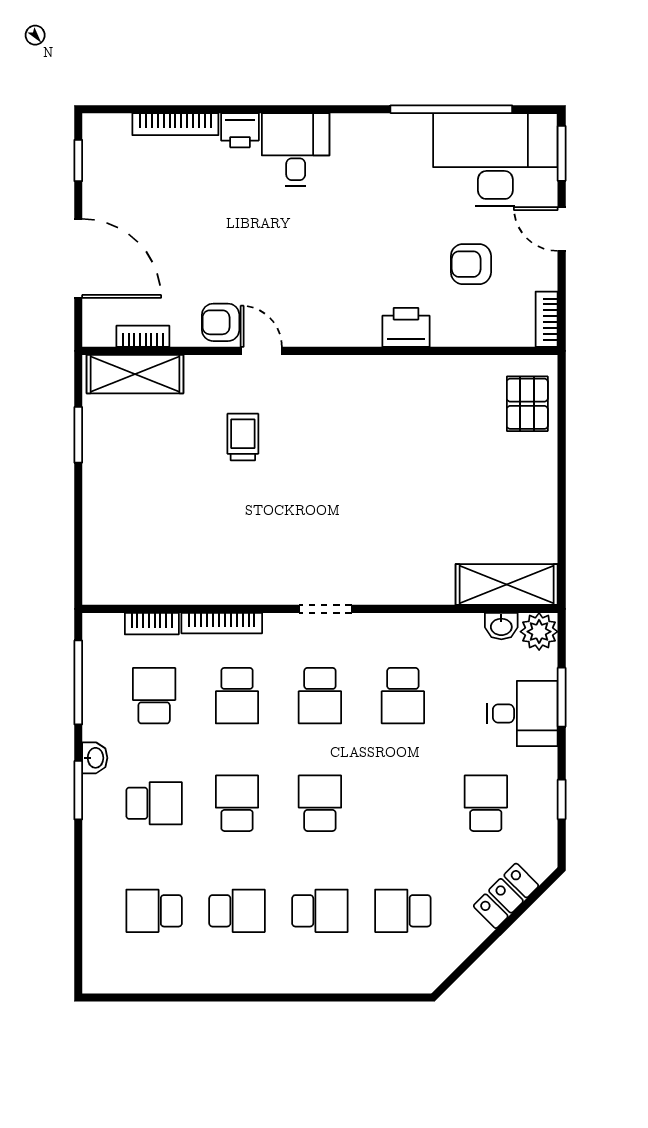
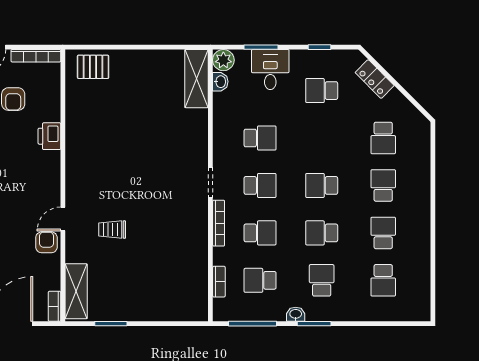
bookcase: (547, 319) -> (36, 56), width x1.56
armchair: (221, 322) -> (46, 242), turned 180
bookcase: (143, 336) -> (55, 306), moved
bookcase: (222, 623) -> (219, 223), moved

